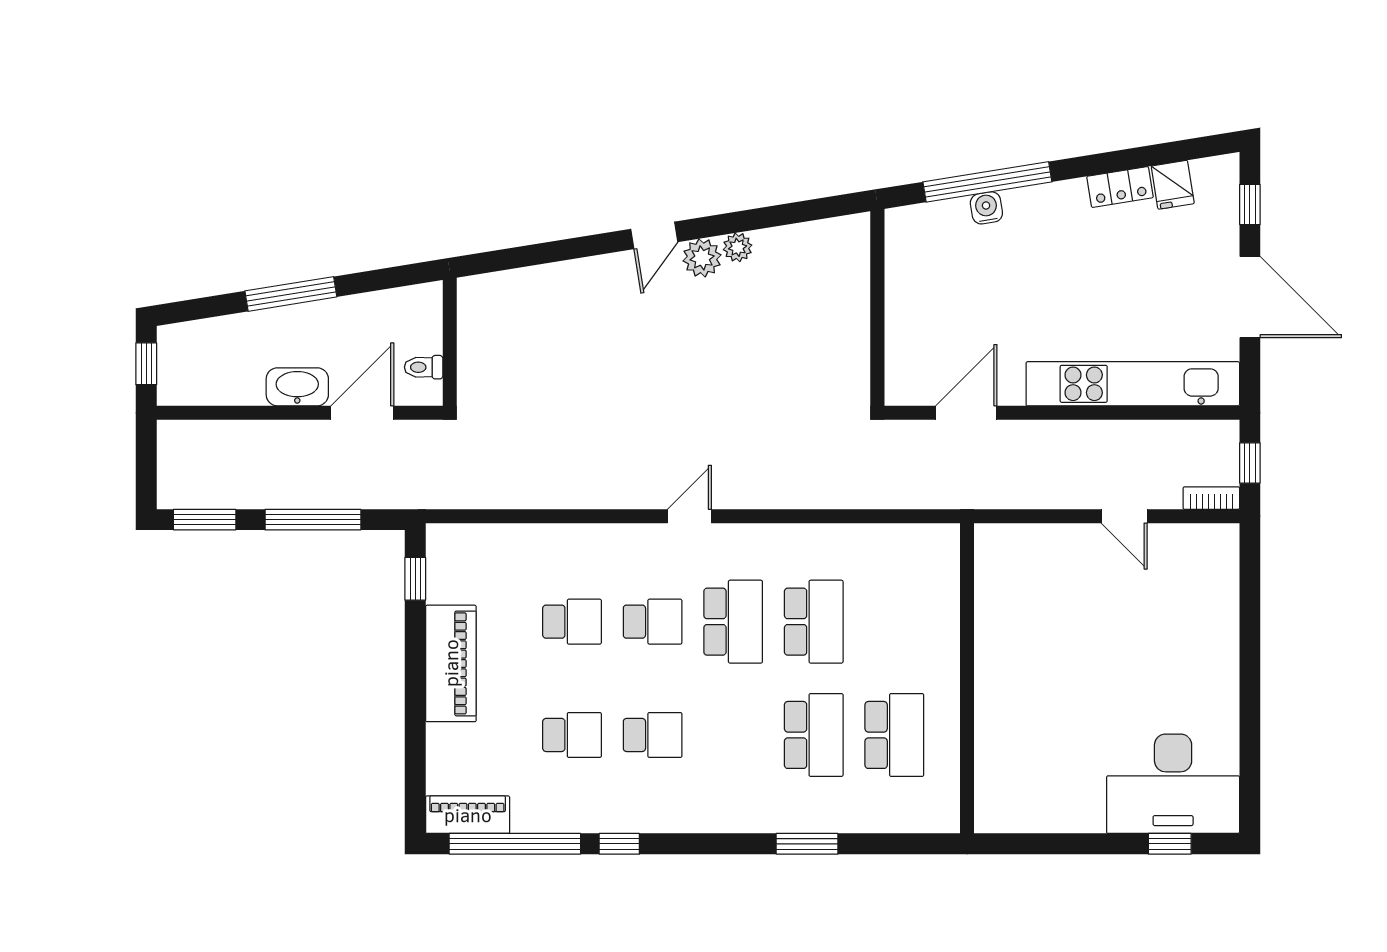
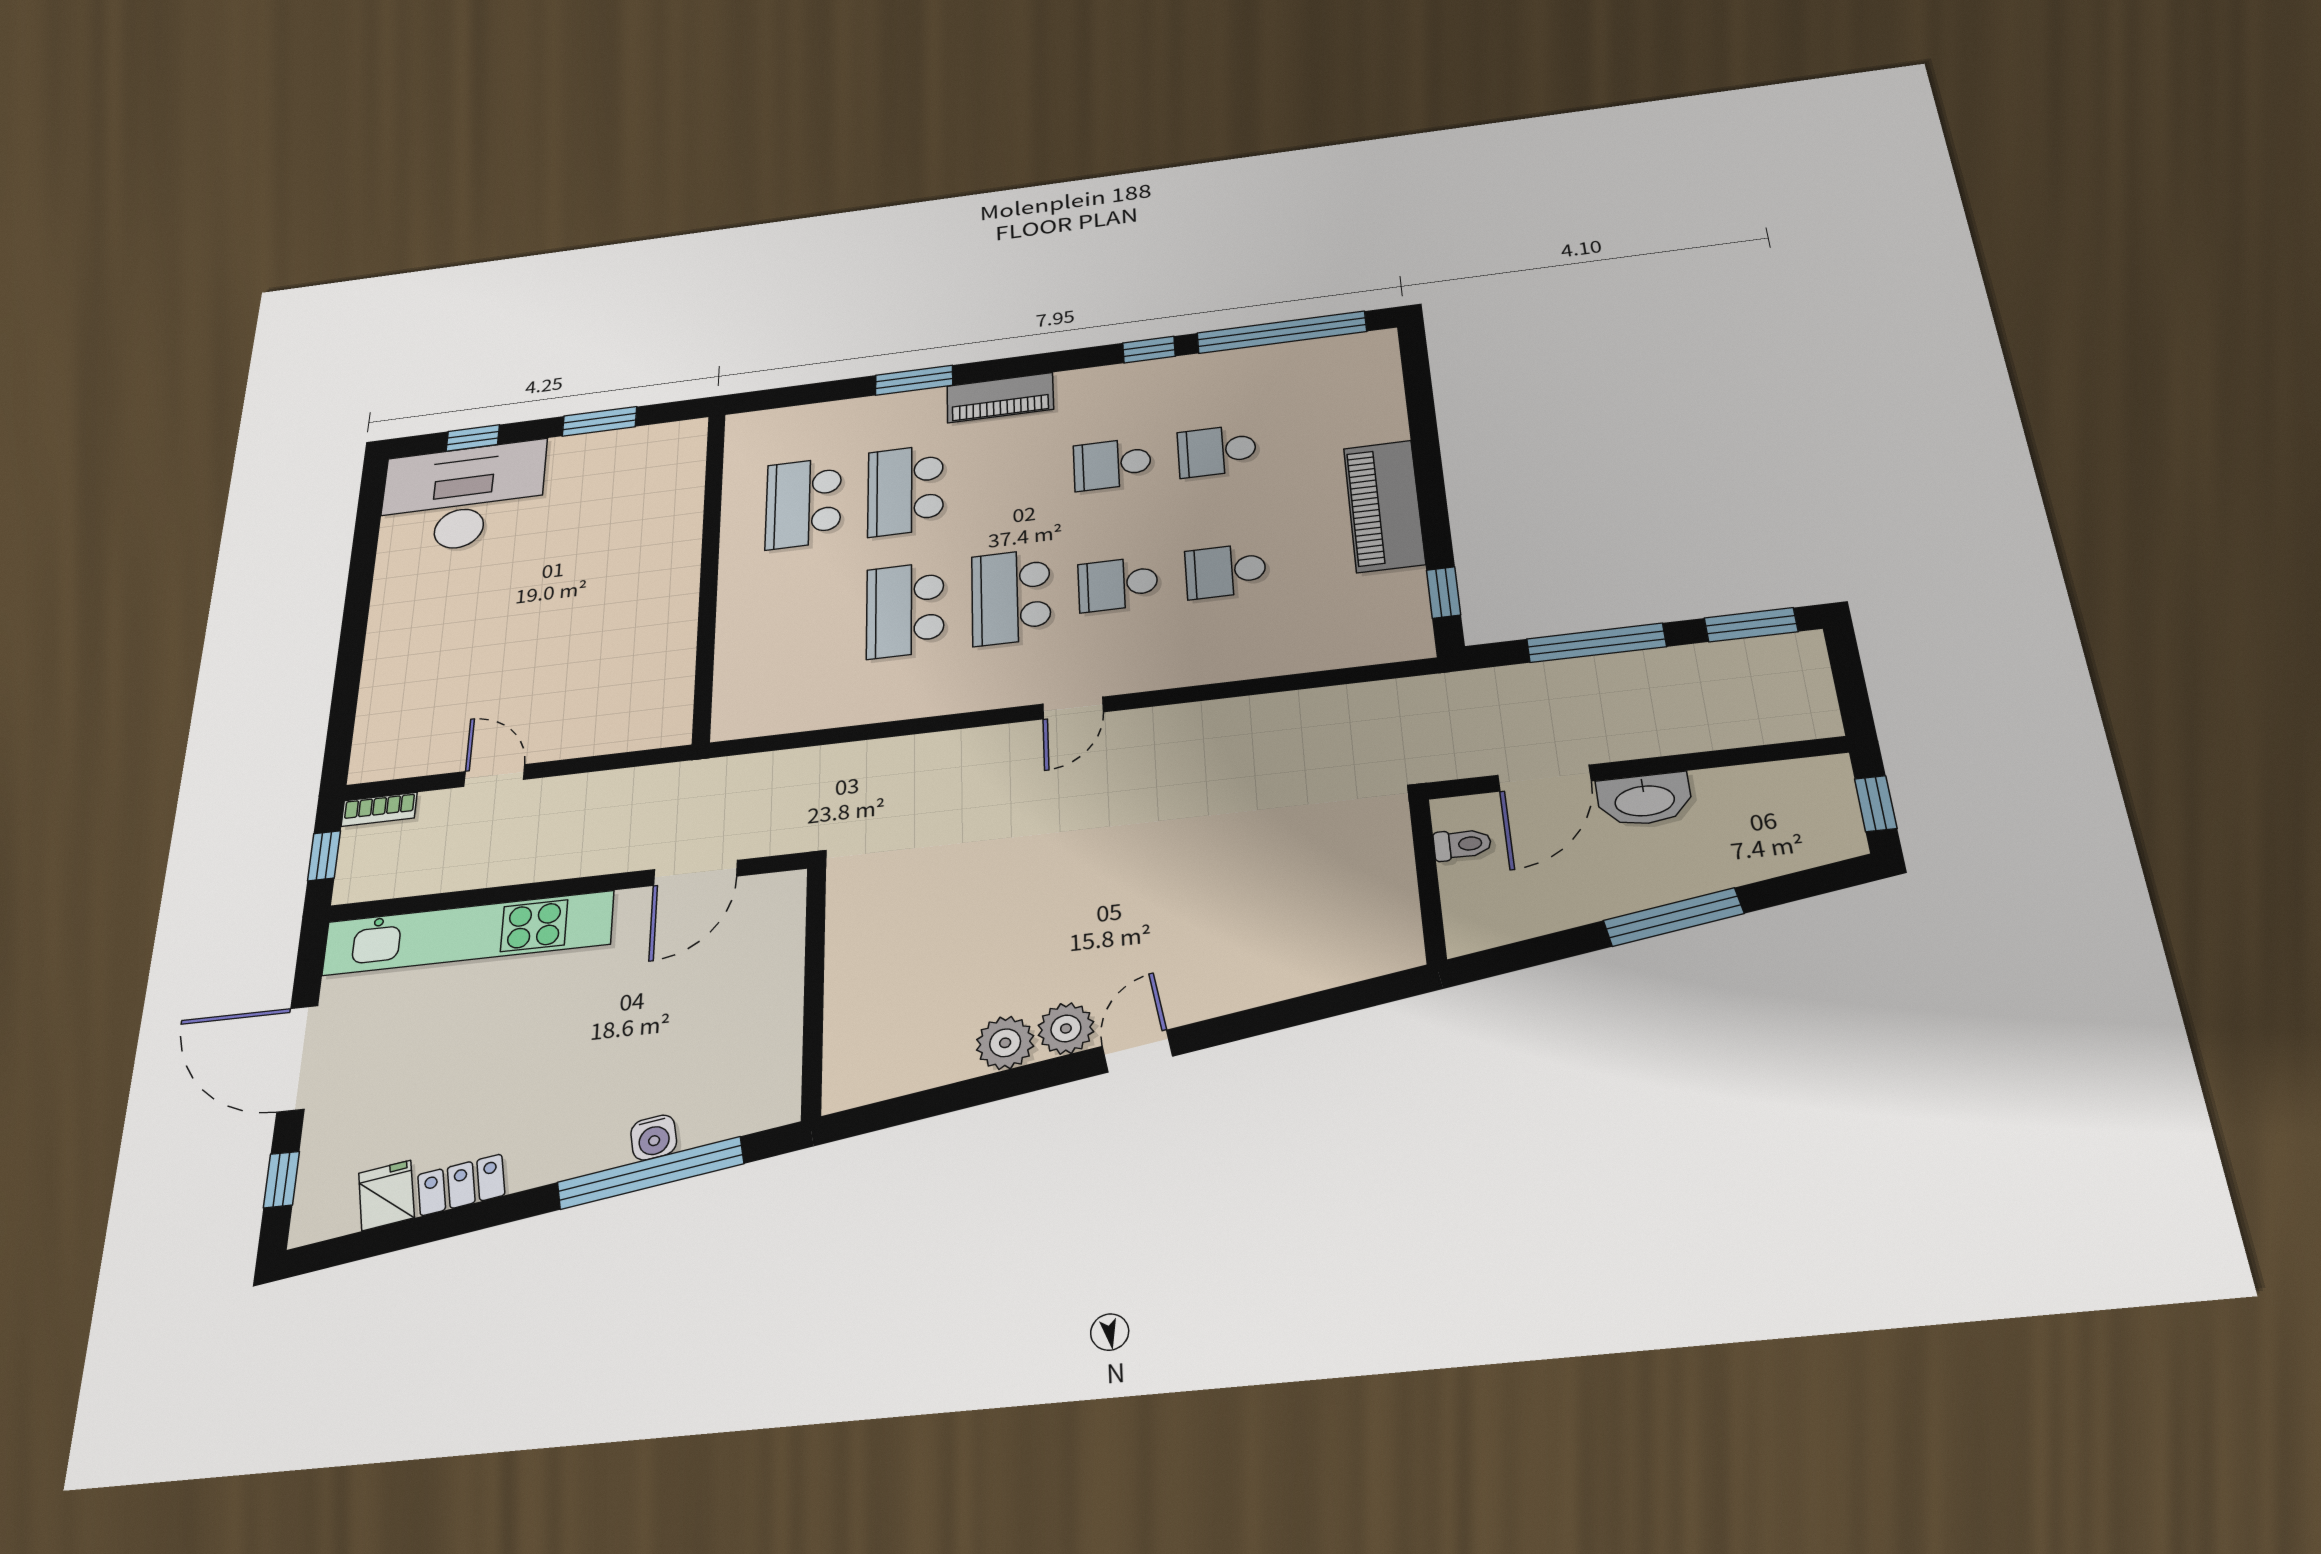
plant: (738, 247) -> (1005, 1043), width x1.38, depth x1.38
piano: (468, 815) -> (1000, 398), moved
window: (1064, 844) -> (599, 421), added

